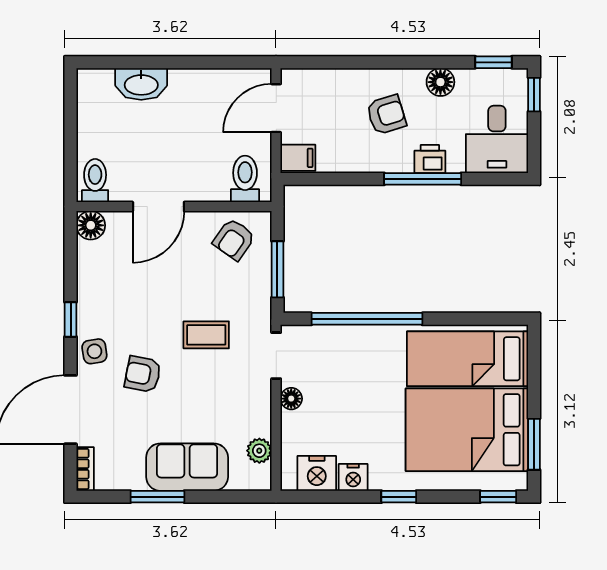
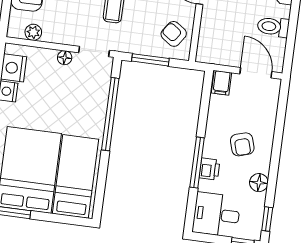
toilet: (245, 179) -> (273, 27), moved, turned 180

